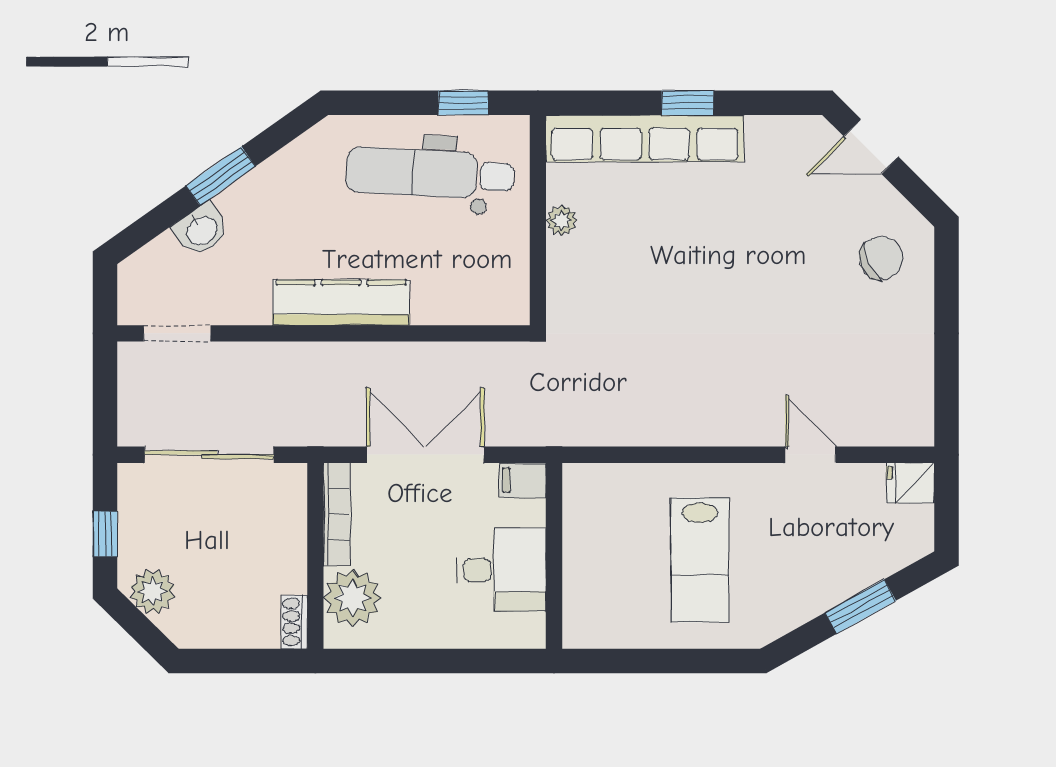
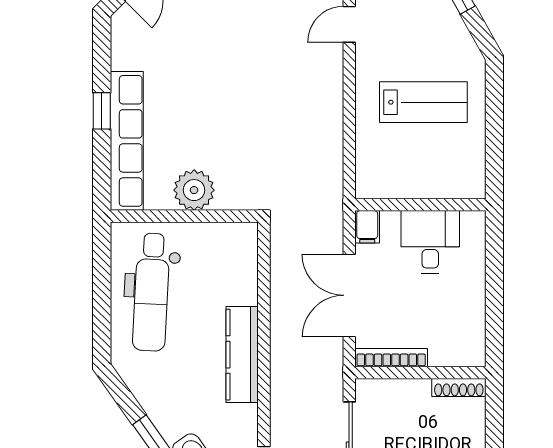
window: (463, 103) -> (102, 269), removed
plant: (561, 220) -> (194, 190), width x1.88, depth x1.88
plant: (352, 598) -> (450, 347), removed
shoe rack: (294, 622) -> (459, 387), width x1.43

